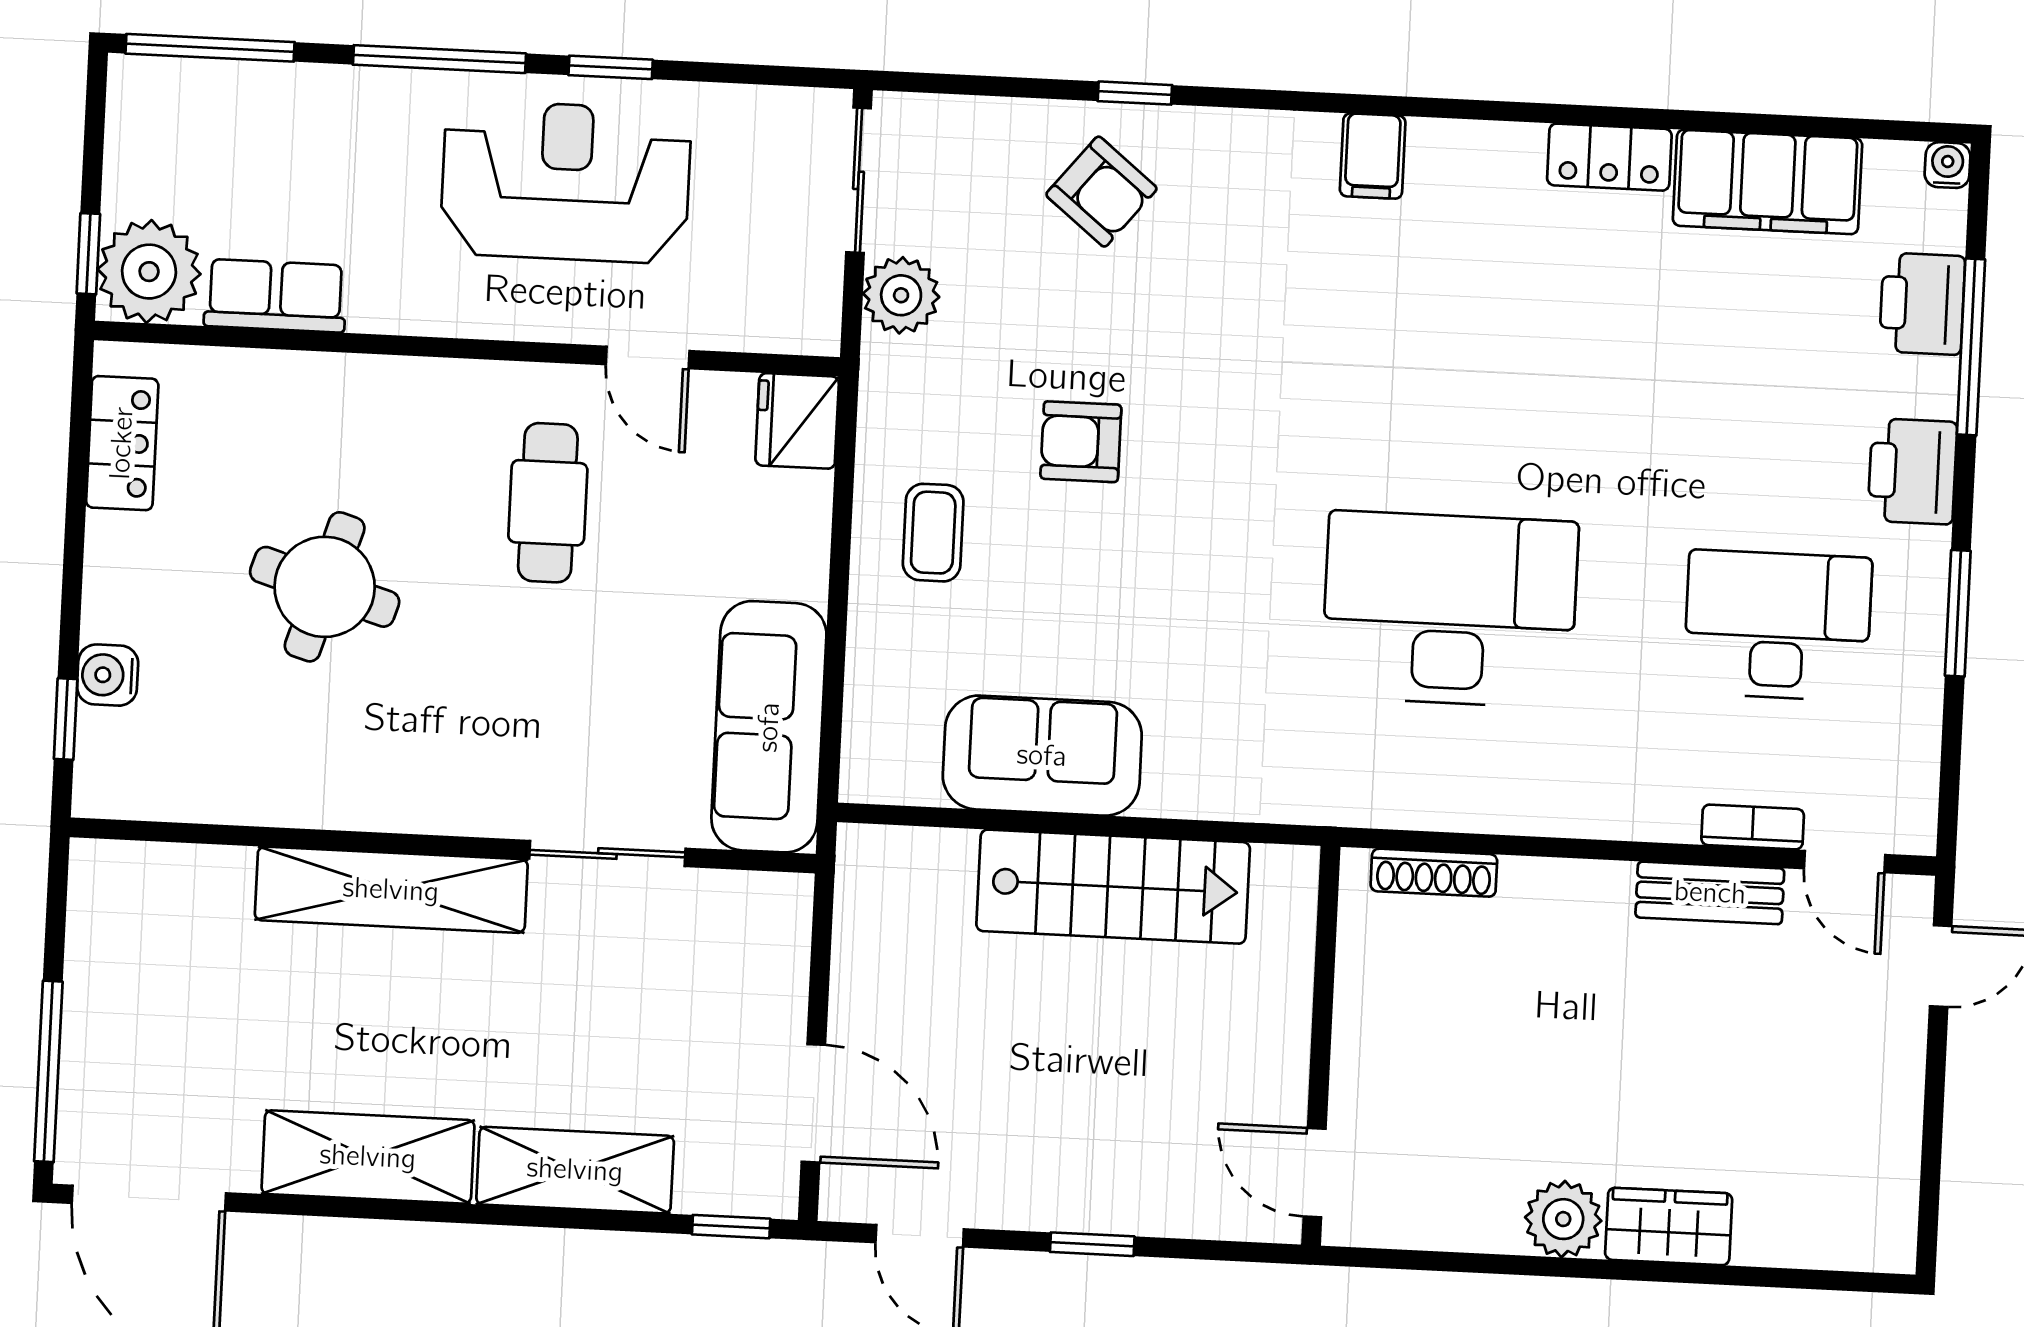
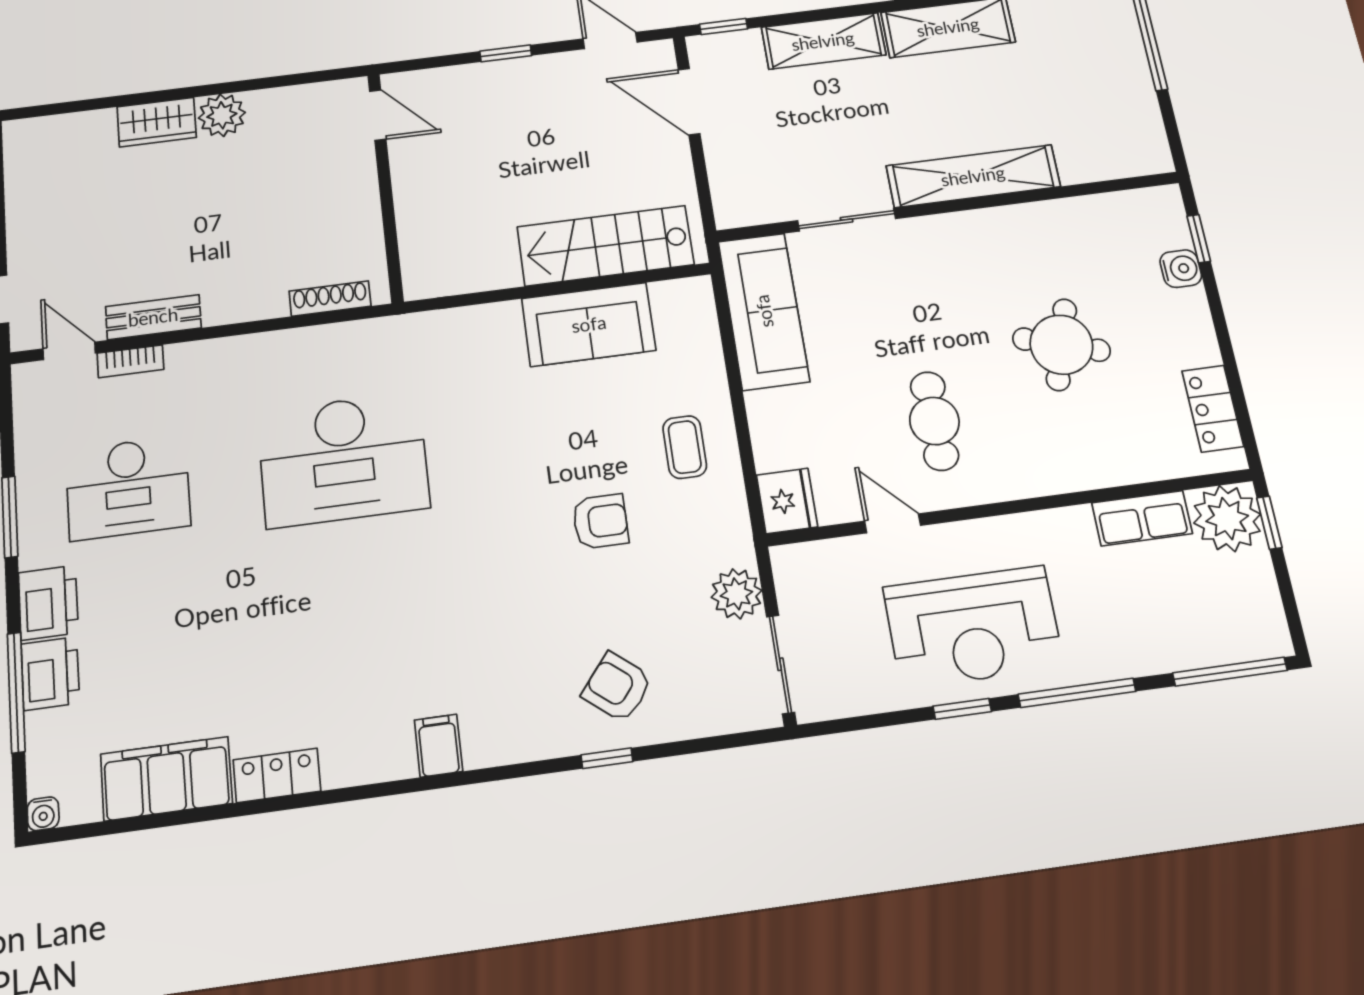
printer: (1922, 304) -> (50, 673), moved
stairs: (1113, 887) -> (605, 246), moved

